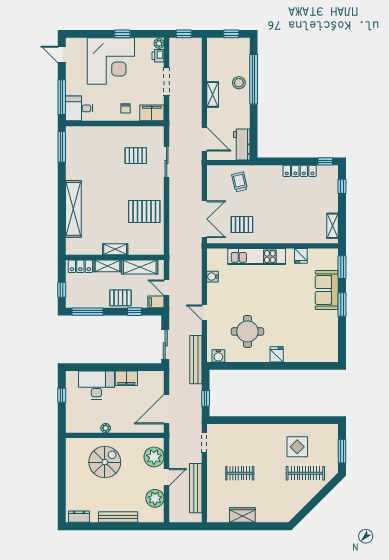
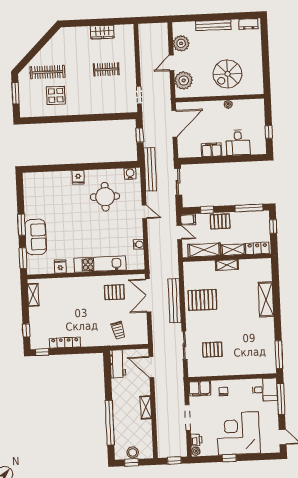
stool: (239, 83) -> (133, 452), moved
shelving: (73, 209) -> (266, 299), width x0.68
desk: (96, 385) -> (238, 143), width x0.73
bench: (196, 488) -> (175, 301), moved

